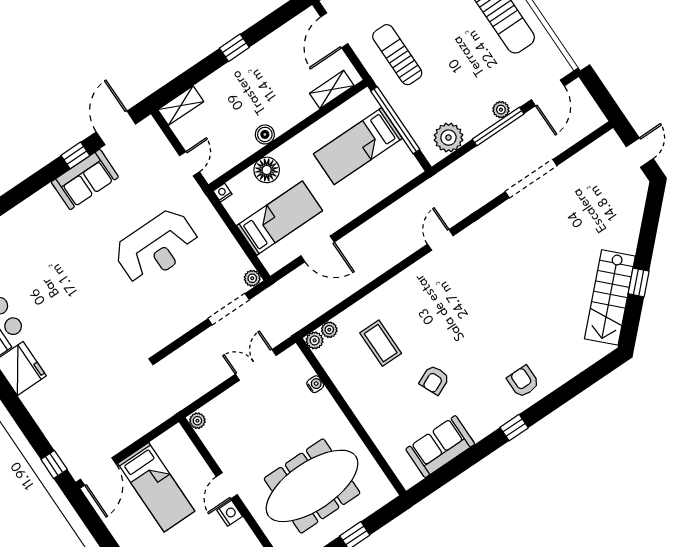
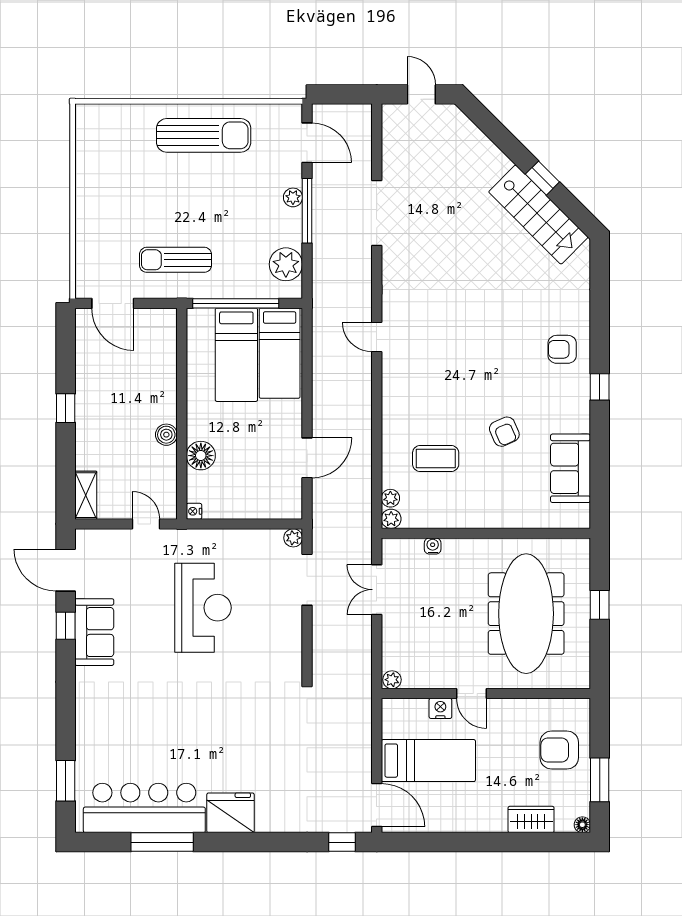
shelving: (332, 89) -> (167, 343), removed
bed: (279, 218) -> (280, 353), moved, turned 180
nightstand: (230, 513) -> (440, 708), moved

